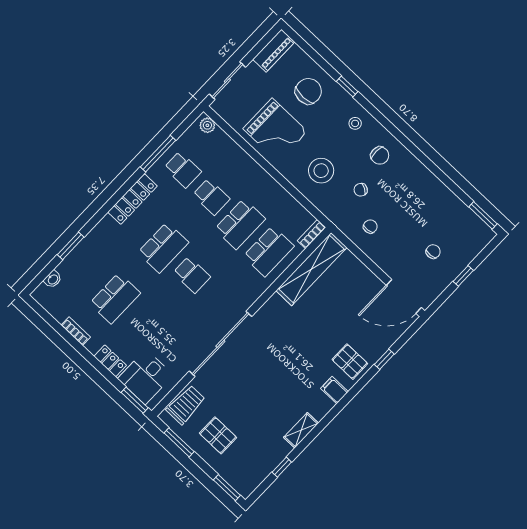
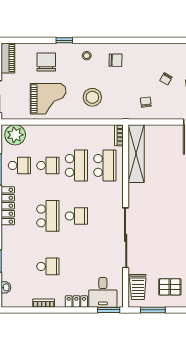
plant: (207, 125) -> (15, 135), width x1.88, depth x1.88
chair: (361, 190) -> (166, 79), moved
school desk: (115, 298) -> (48, 266), width x0.54
trolley: (186, 405) -> (138, 287), turned 180

